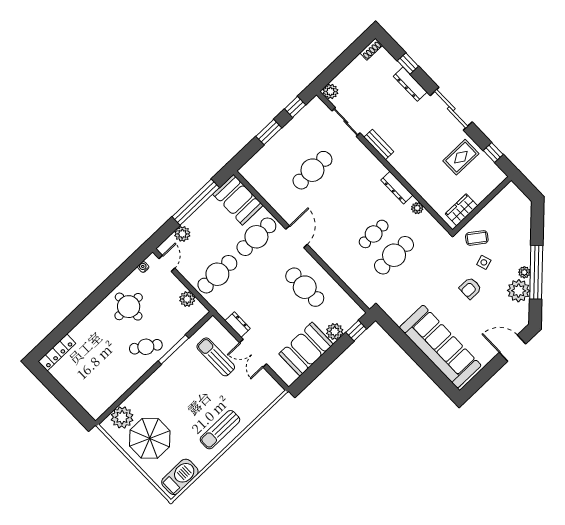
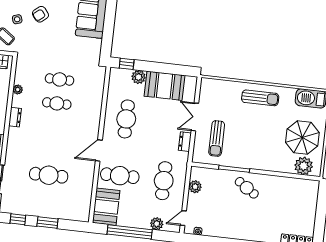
dresser: (397, 188) -> (15, 117), width x0.70
cafe table: (394, 255) -> (60, 79), width x0.73, depth x0.74
cafe table: (217, 274) -> (164, 181), turned 90
armchair: (470, 288) -> (40, 14), turned 141
round table: (129, 307) -> (230, 220), removed
double door: (253, 353) -> (195, 117), swing flipped

